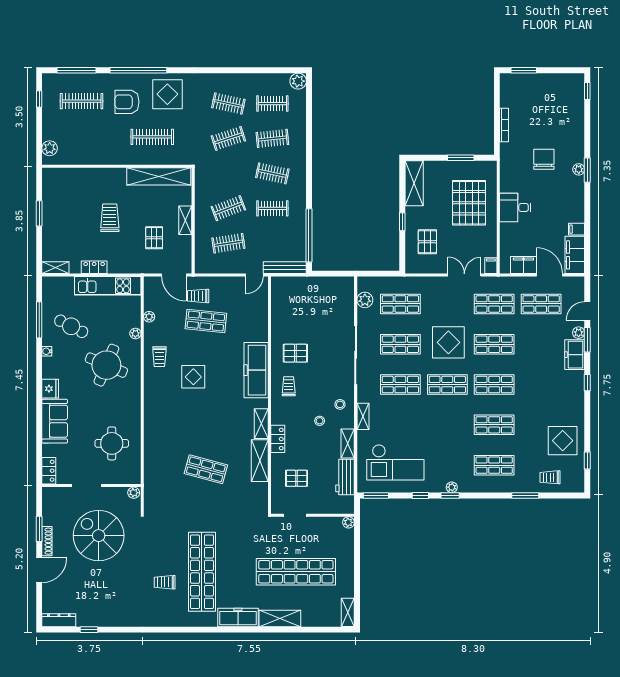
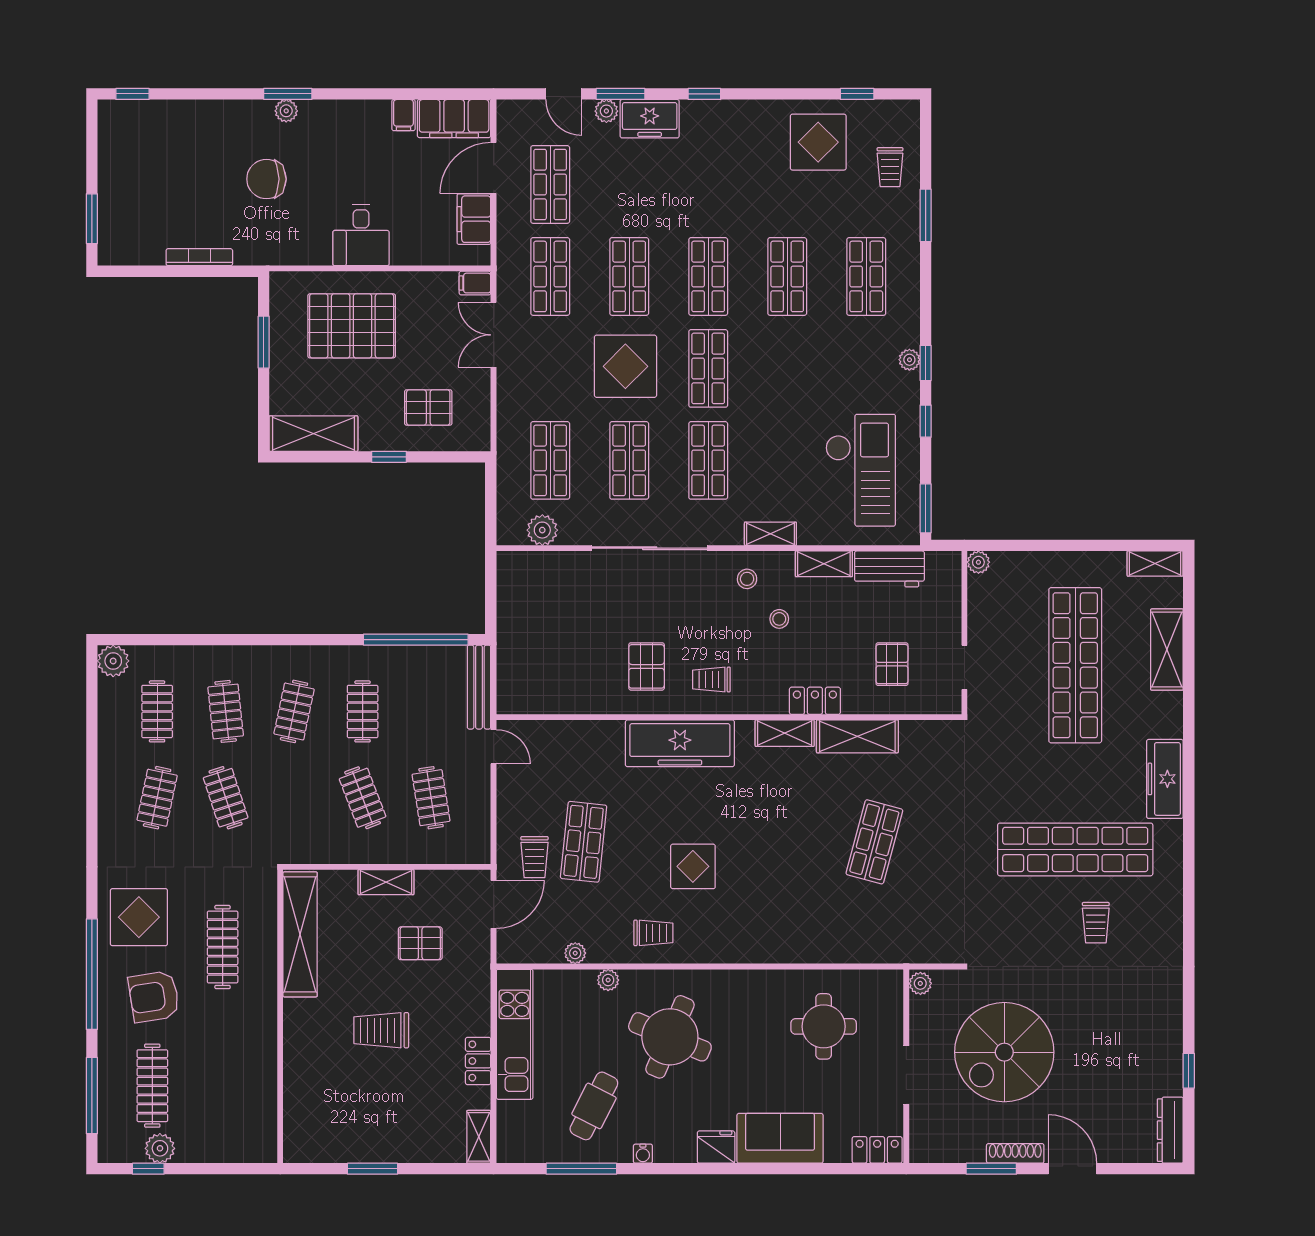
armchair: (127, 102) -> (154, 997), turned 81
plant: (50, 148) -> (160, 1148), moved
shelving: (280, 619) -> (1167, 650), moved

